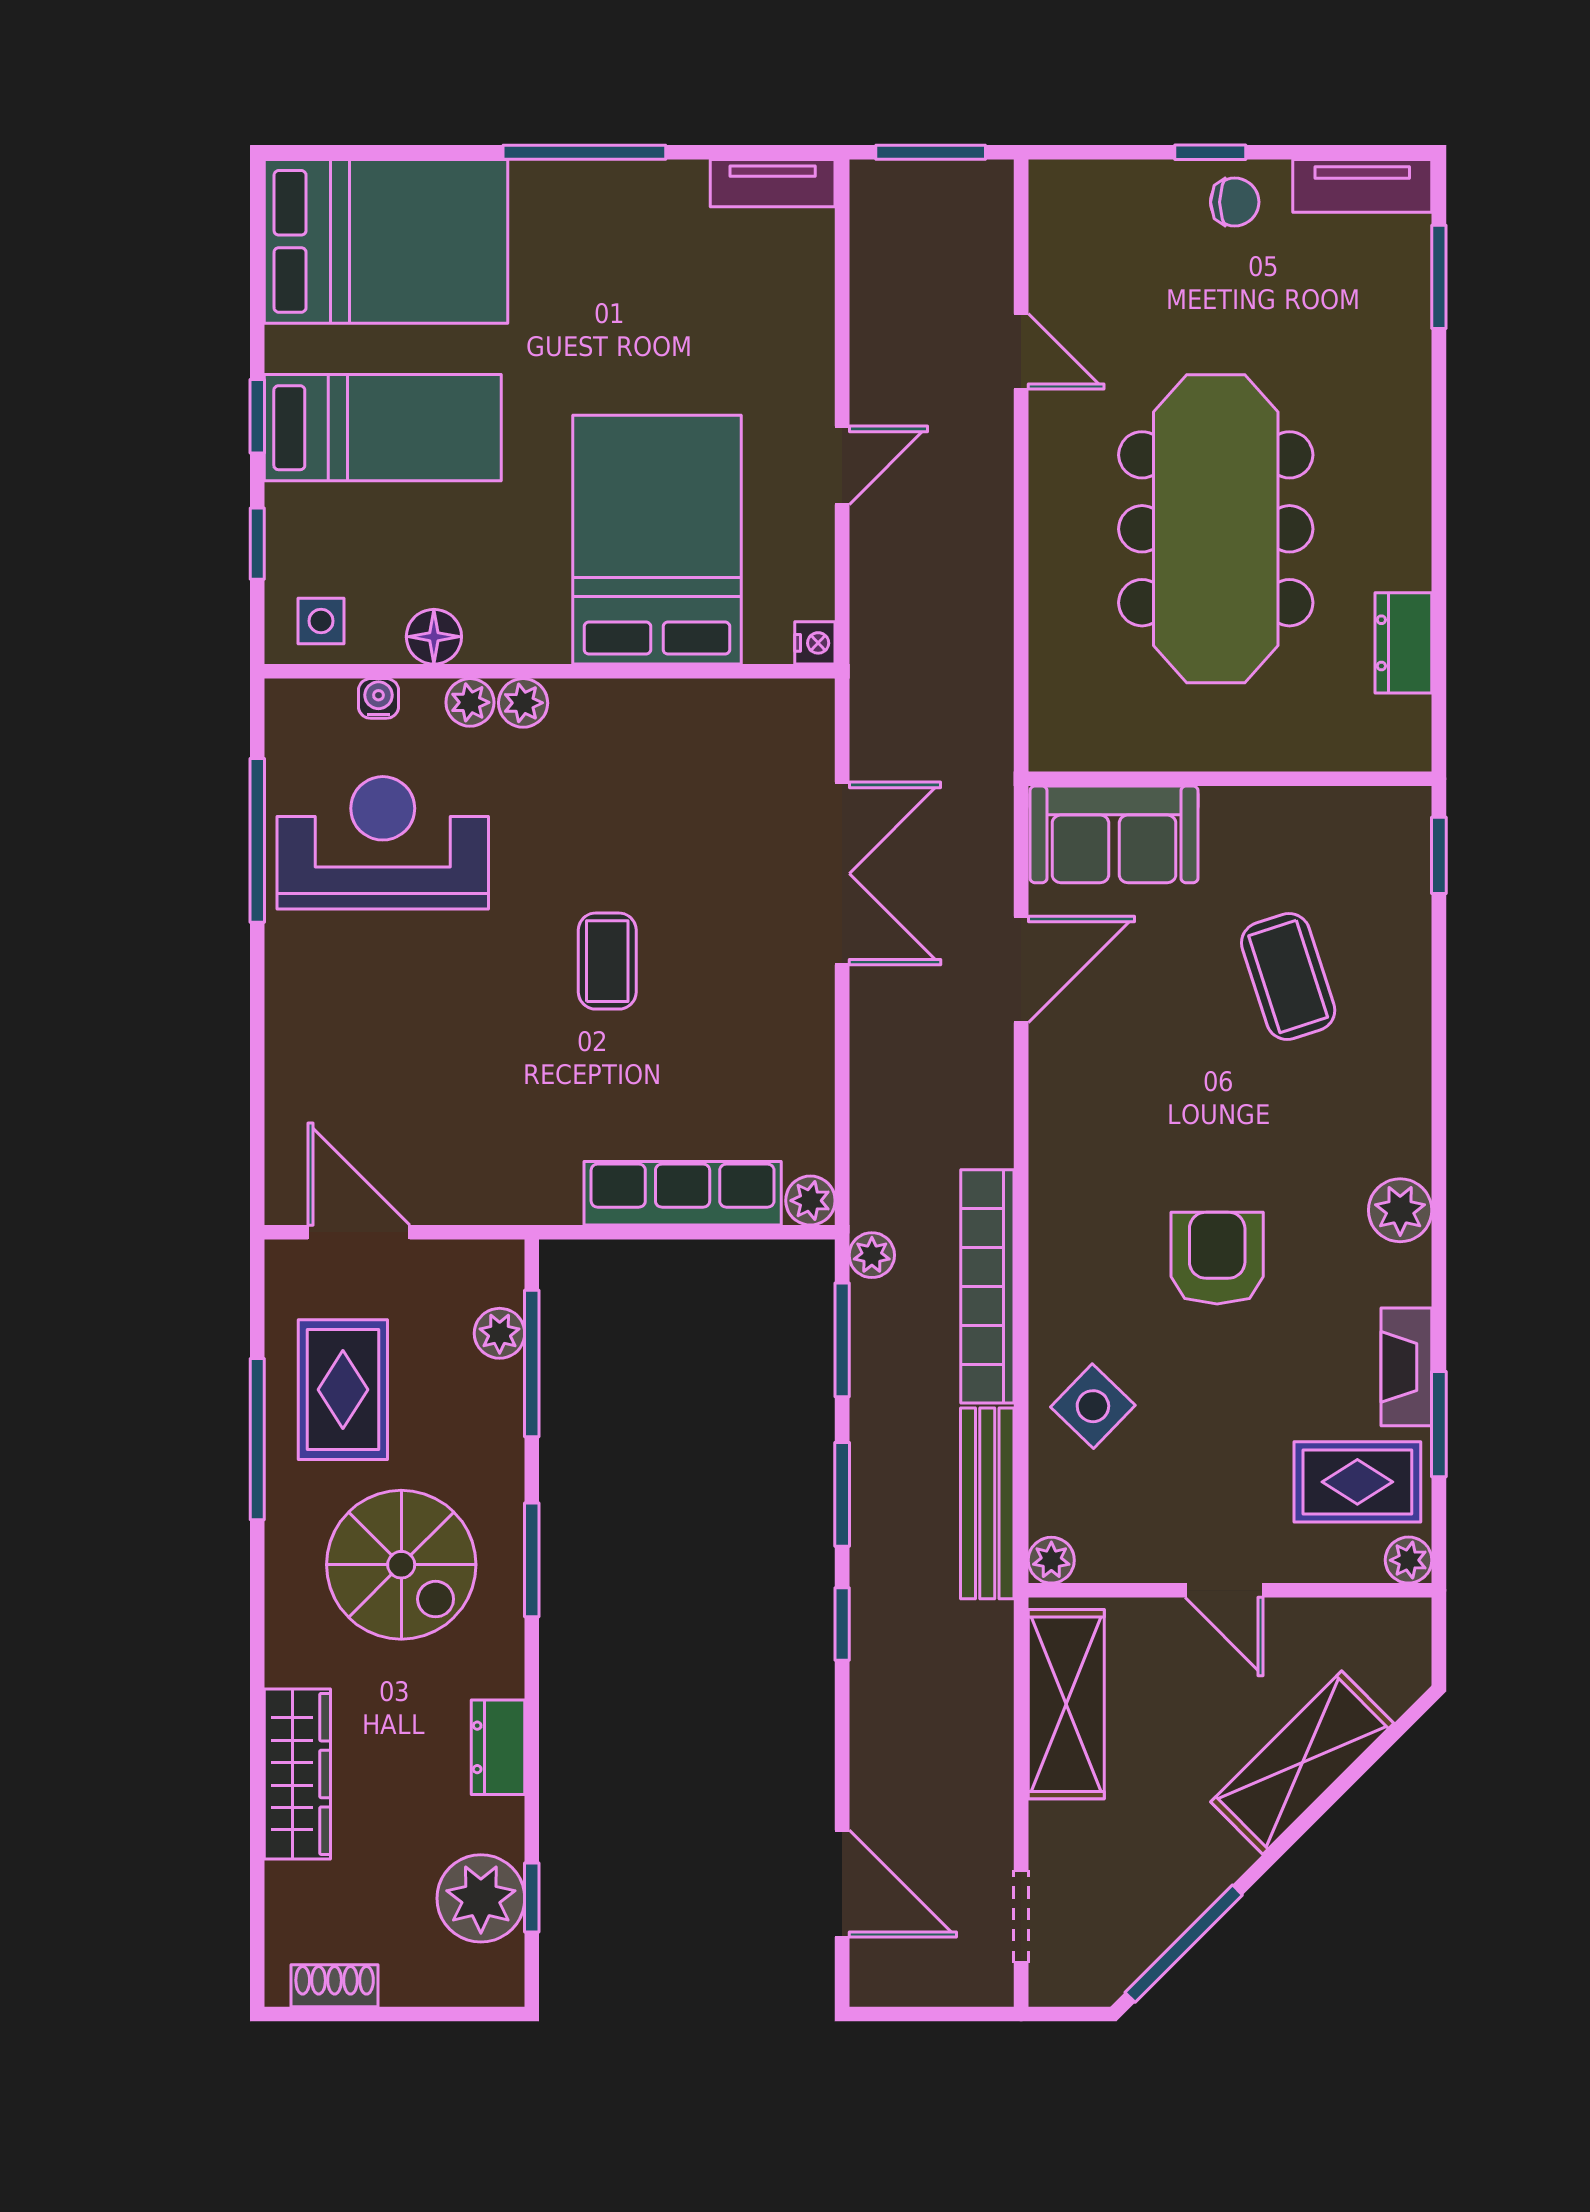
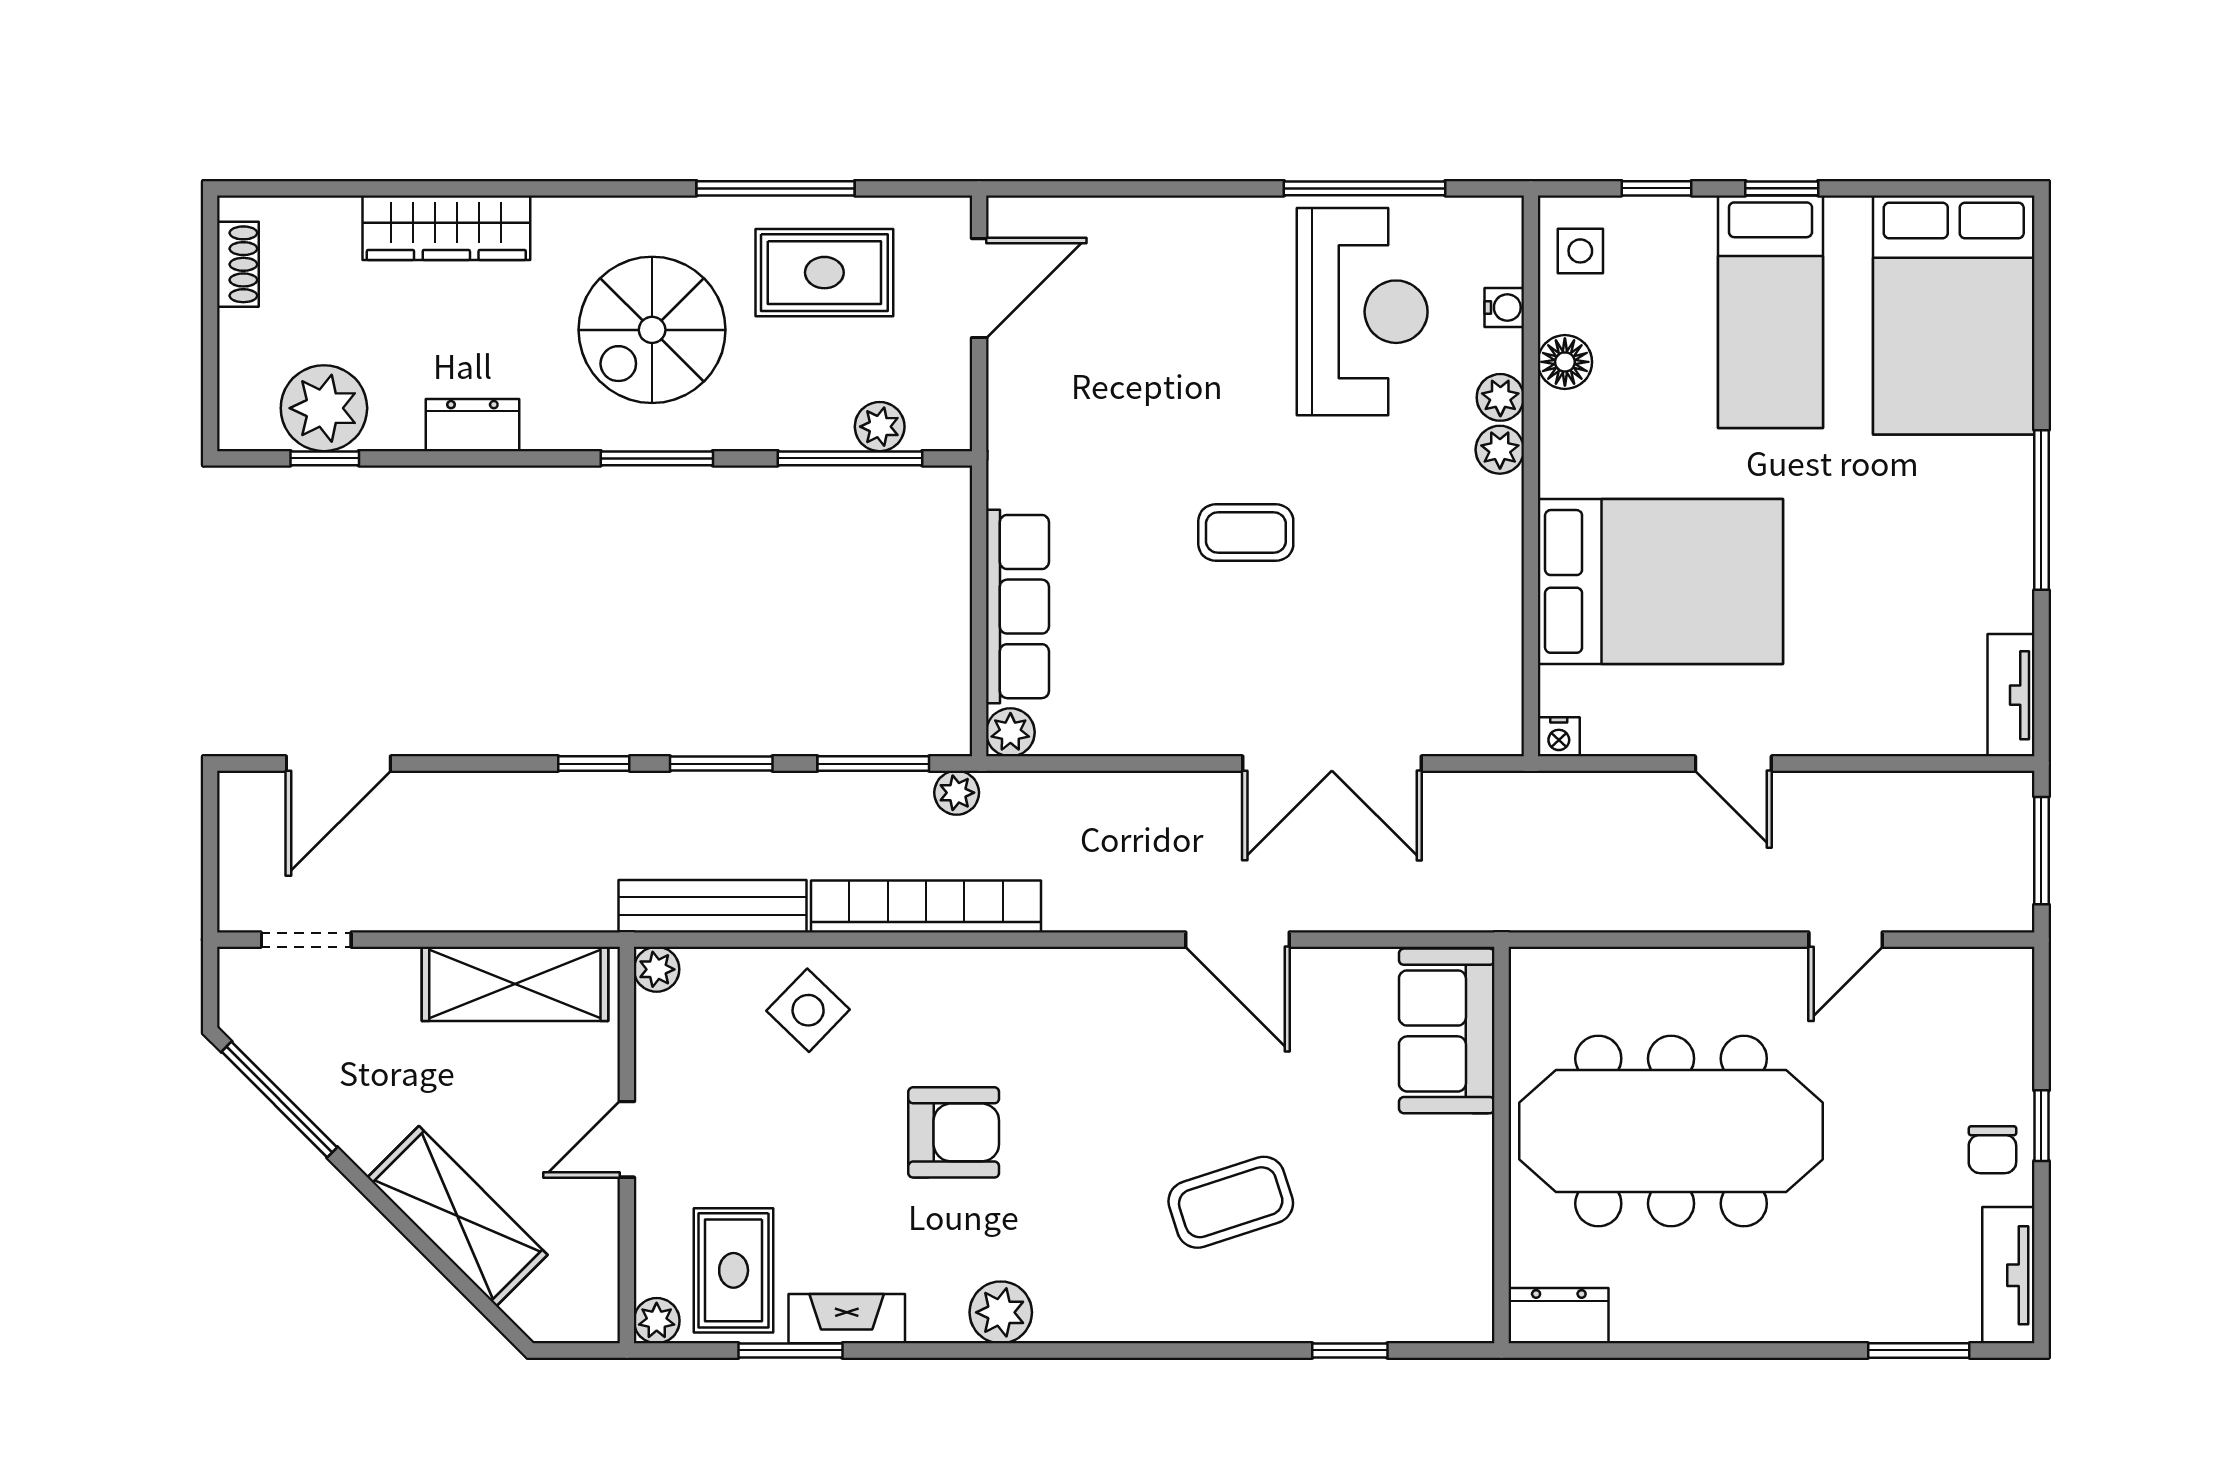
wall: (1230, 779) -> (1501, 1145), moved
sofa: (1114, 834) -> (1447, 1031), moved

